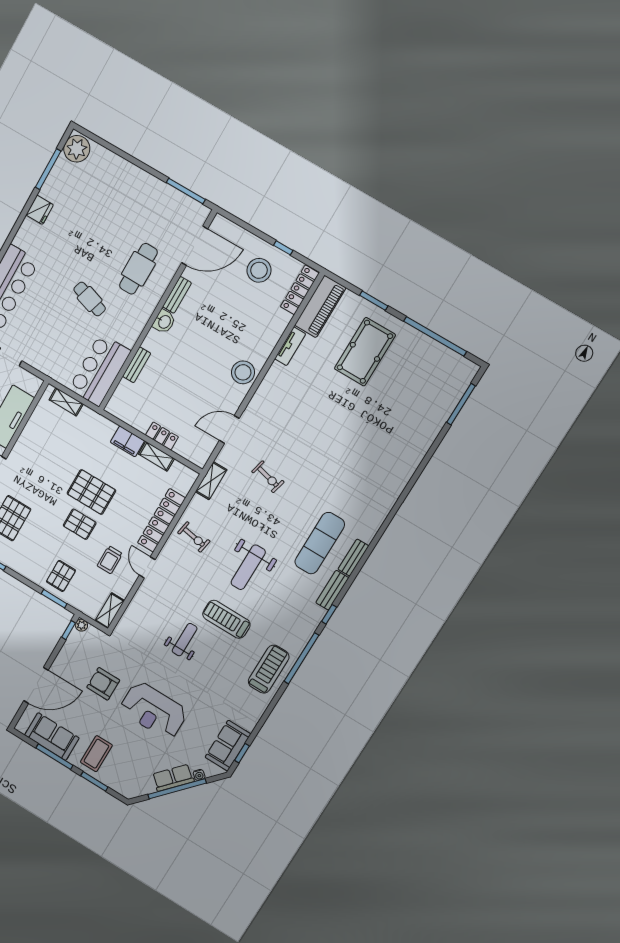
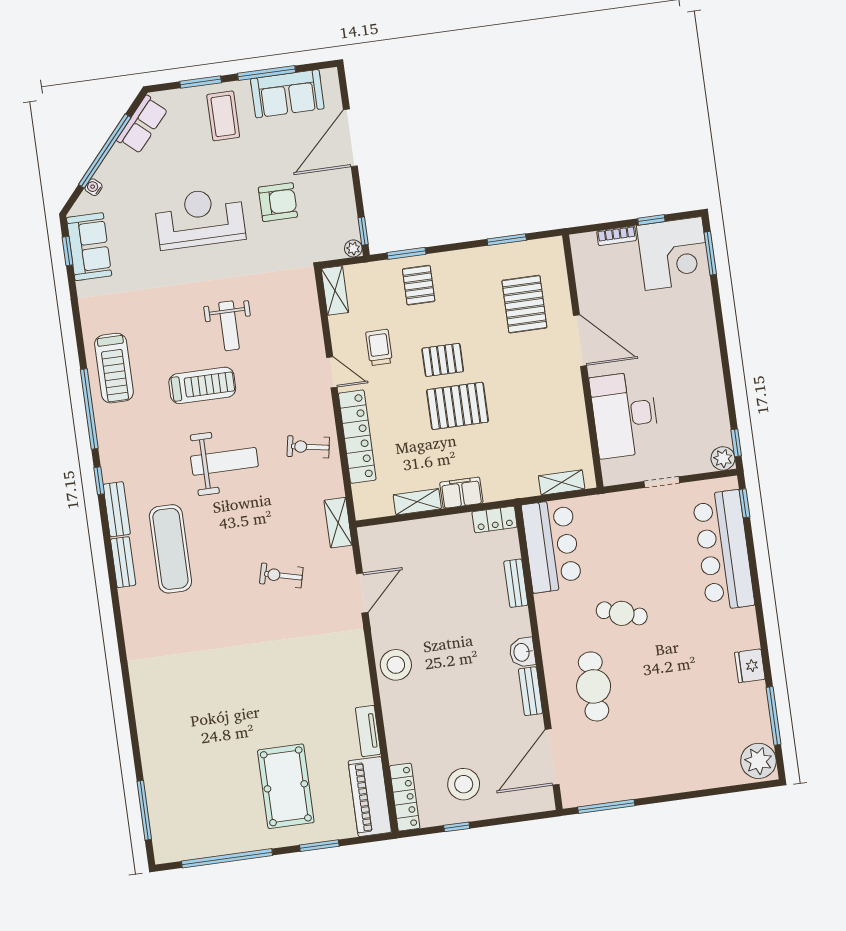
locker: (162, 436) -> (495, 519), moved
weight bench: (248, 567) -> (224, 461), turned 90
row of seats: (173, 778) -> (142, 125), moved

